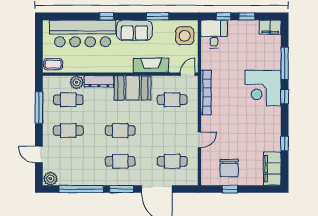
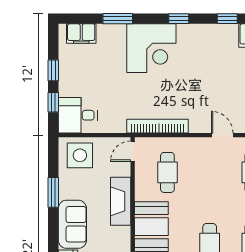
filing cabinet: (270, 27) -> (81, 34), moved, turned 90
window: (285, 63) -> (118, 19), width x0.69
door: (188, 74) -> (133, 151), hinge flipped
window: (285, 97) -> (179, 19), moved

